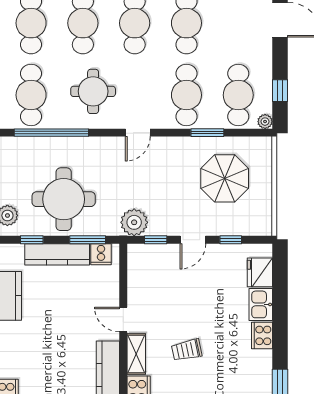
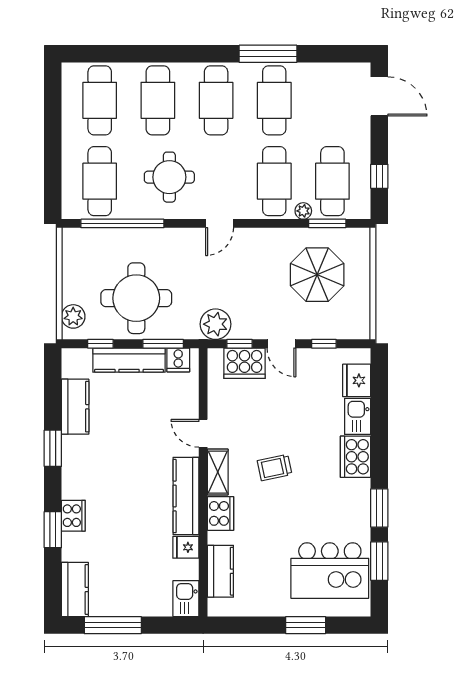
plant: (265, 122) -> (303, 211), moved
window: (207, 133) -> (327, 223), moved
door: (193, 240) -> (281, 344), hinge flipped
cooker: (160, 257) -> (244, 363), added
cooker: (262, 335) -> (356, 457), width x1.37, depth x1.31

